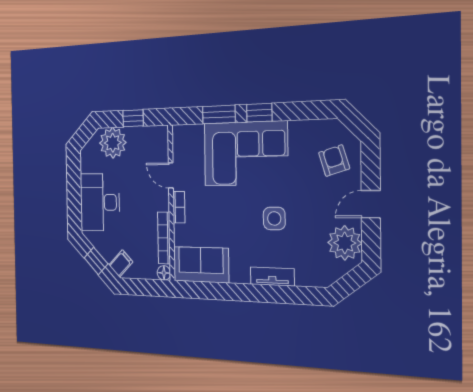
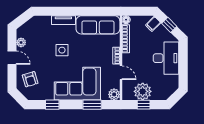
window: (259, 113) -> (52, 105), moved
plant: (182, 135) -> (114, 94), added
plant: (113, 143) -> (143, 91), moved
door: (371, 204) -> (12, 58), hinge flipped
plant: (345, 243) -> (21, 42), width x0.53, depth x0.53
sofa: (201, 265) -> (98, 25), width x1.36

